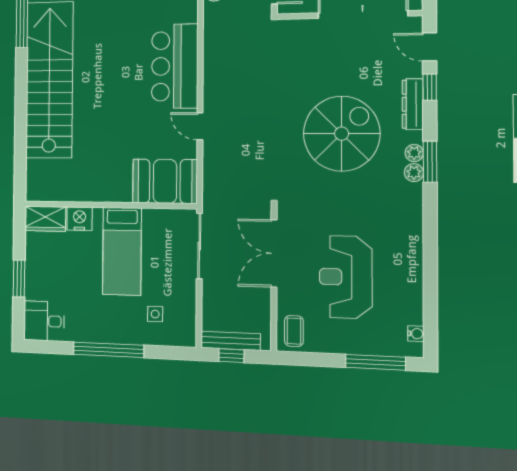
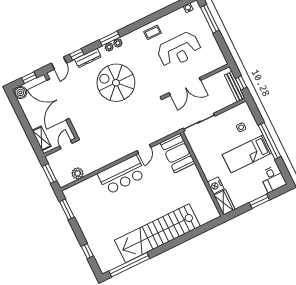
bed: (122, 251) -> (247, 154), moved, turned 180
coffee table: (294, 331) -> (153, 32), moved

